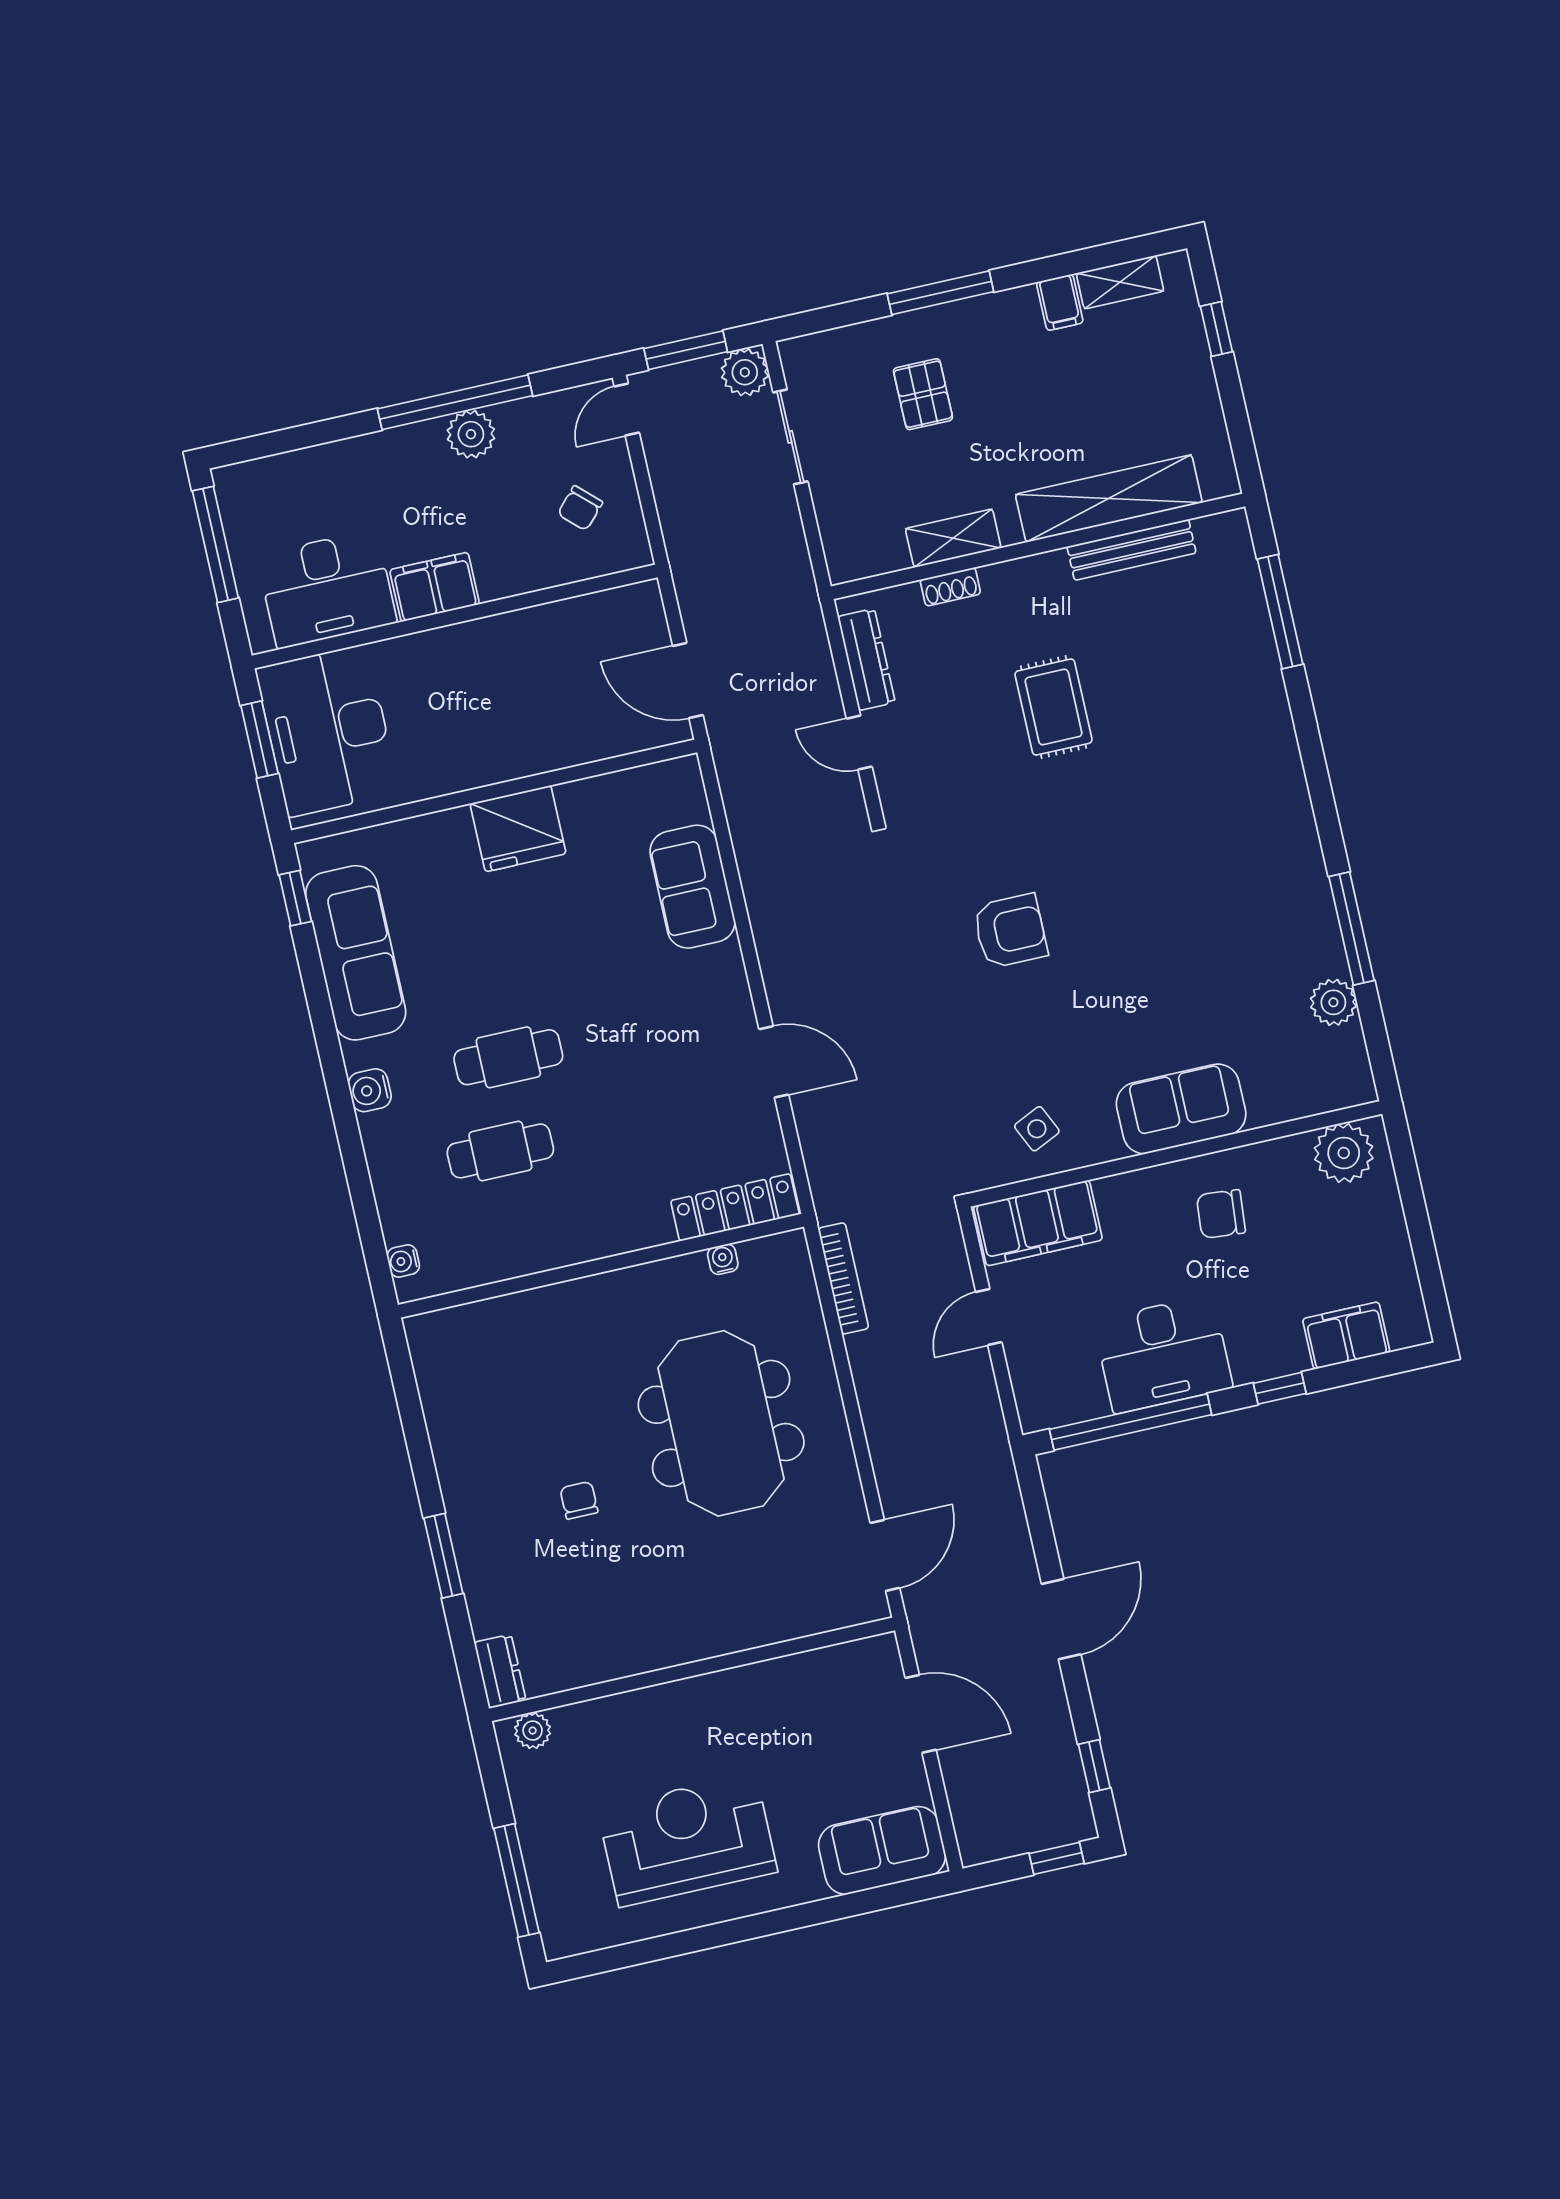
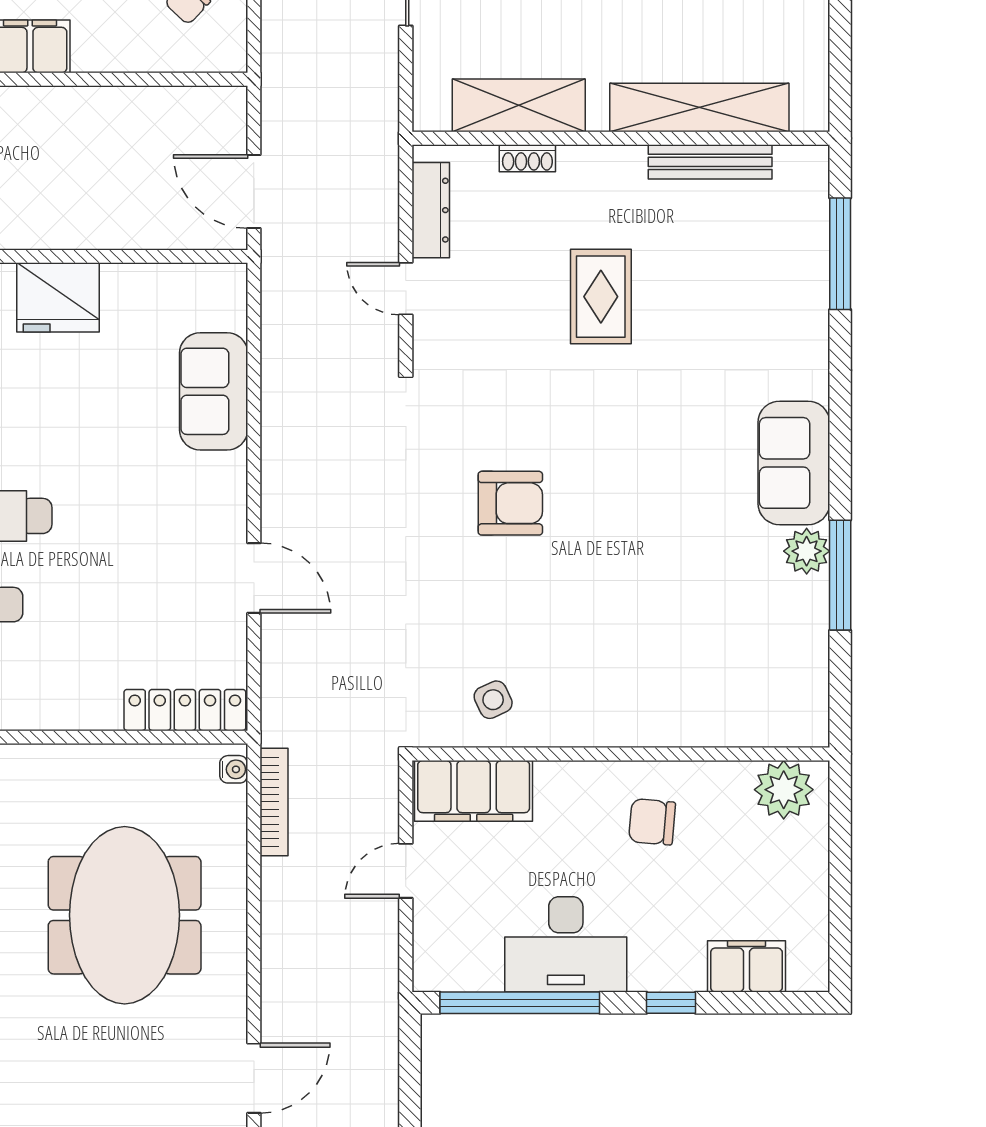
shelving: (953, 538) -> (519, 105), width x1.50, depth x1.33
plant: (1333, 1002) -> (807, 551), moved
sofa: (1181, 1109) -> (794, 463), moved, turned -90
water cooler: (723, 1259) -> (234, 769), moved, turned 90

